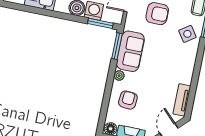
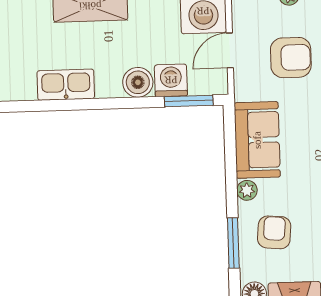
window: (117, 46) -> (233, 243), moved

